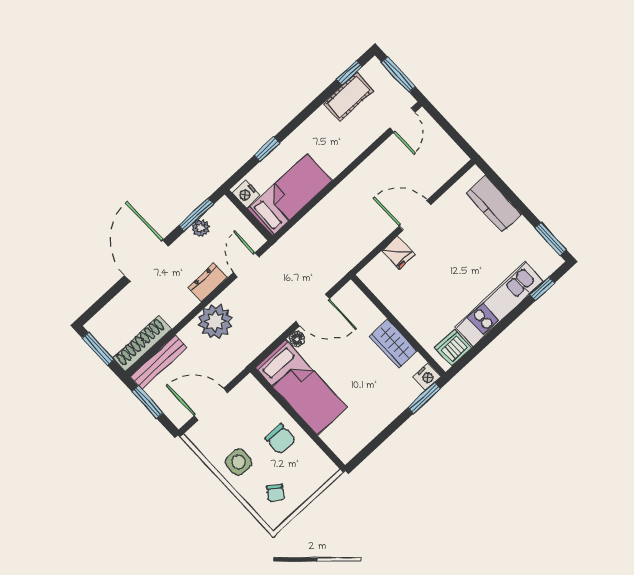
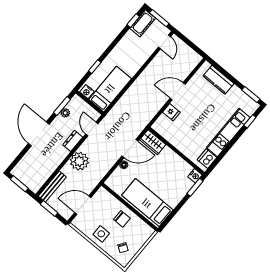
cot: (348, 97) -> (143, 23), moved
shoe rack: (142, 344) -> (42, 178), removed
wardrobe: (393, 344) -> (153, 142), moved
bed: (301, 387) -> (147, 203), moved, turned 180

